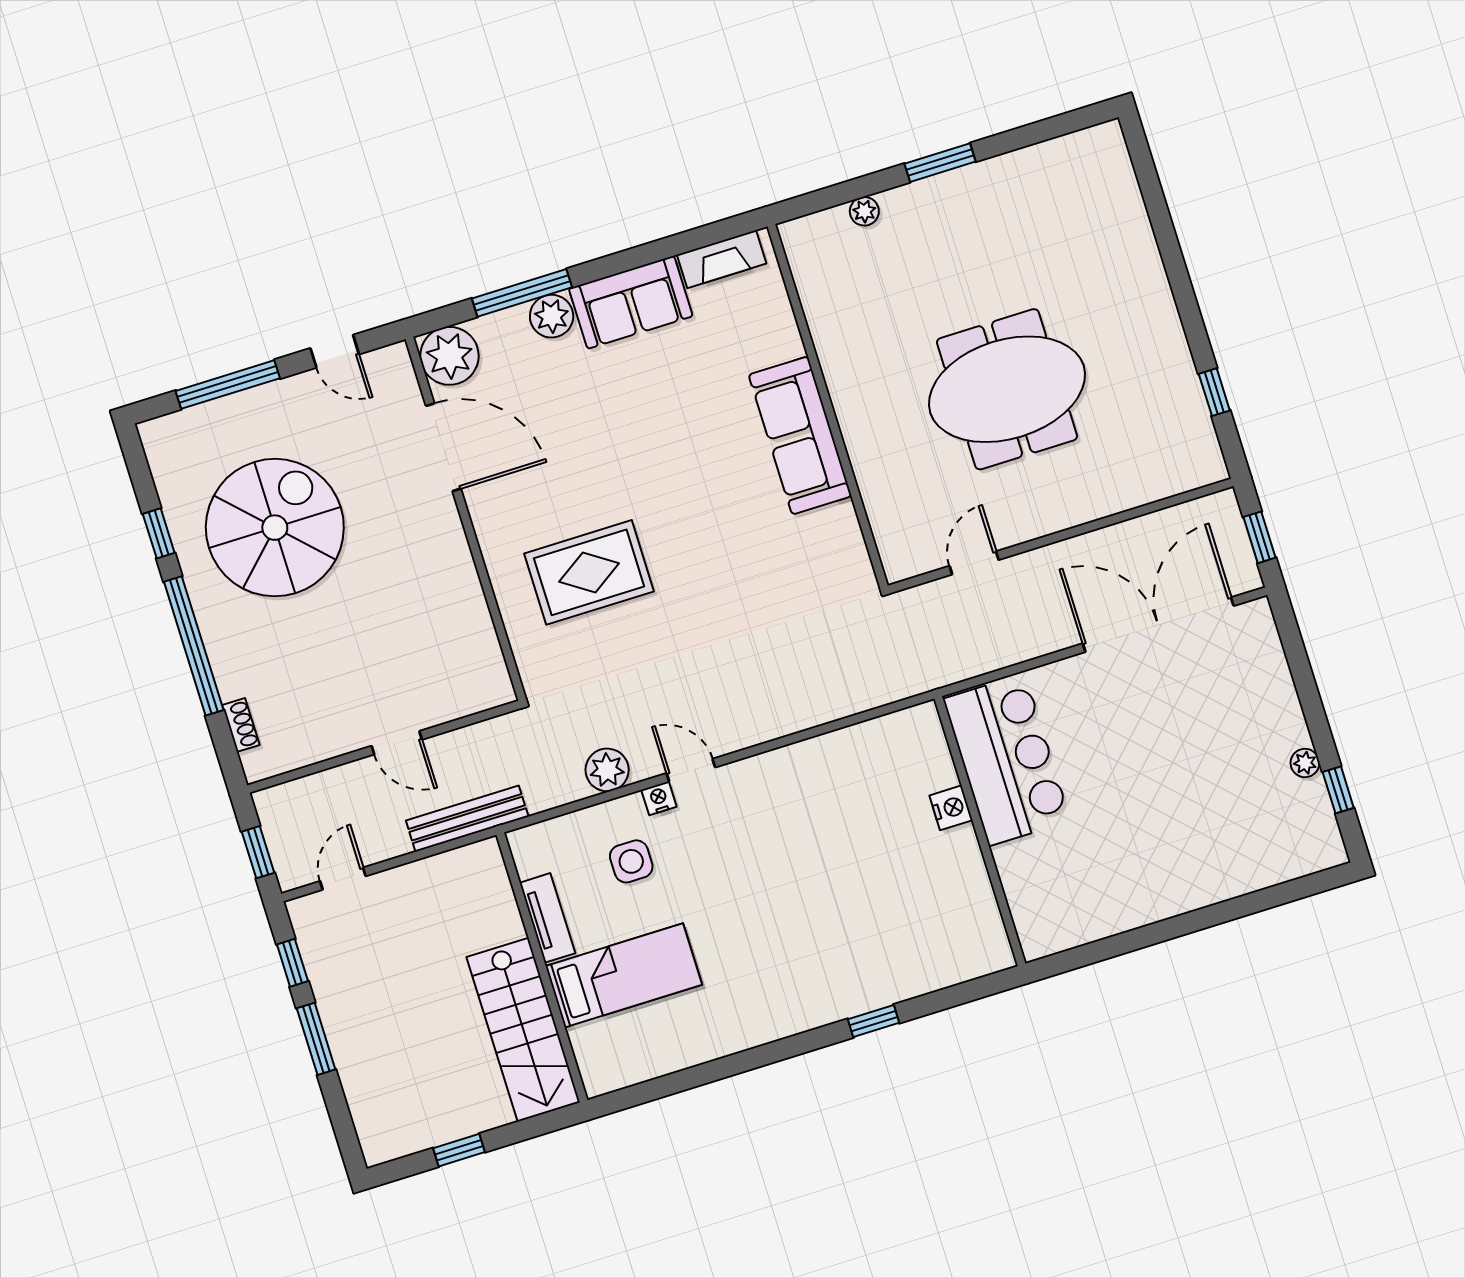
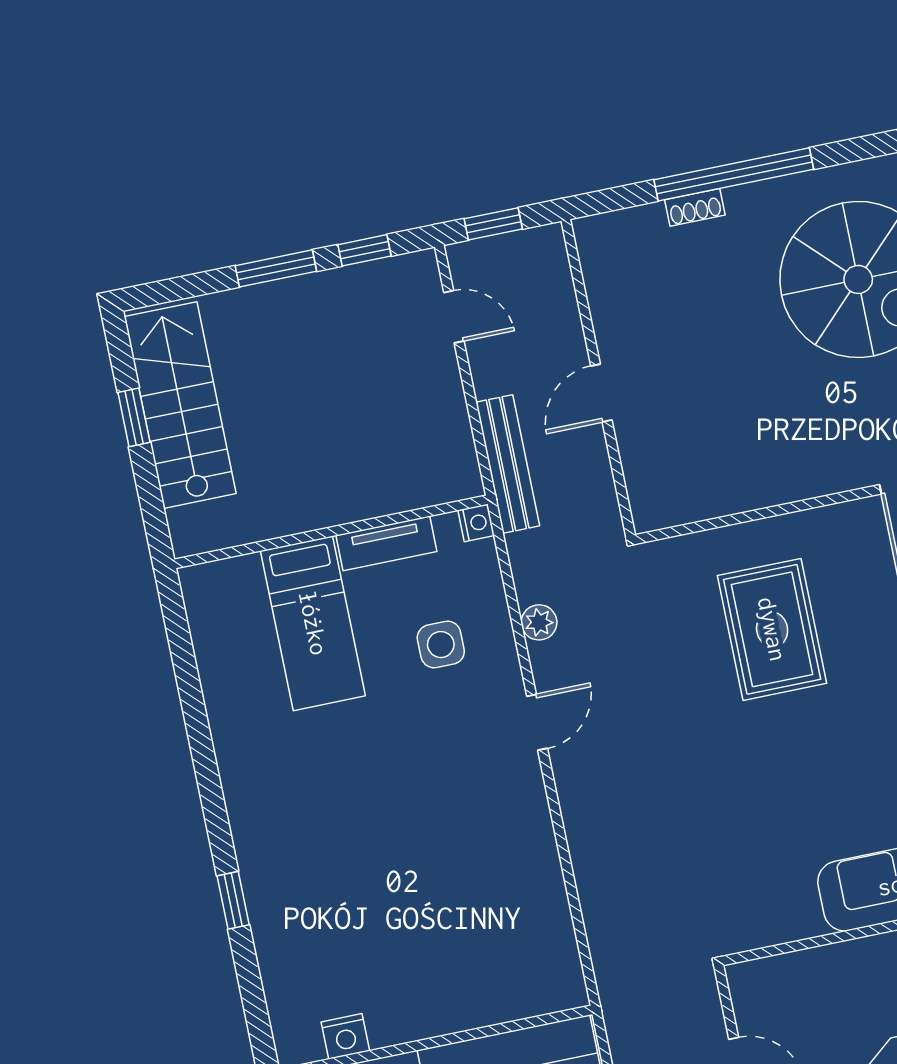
window: (159, 533) -> (865, 148), removed
shoe rack: (241, 725) -> (695, 207), moved
plant: (607, 770) -> (539, 622), width x0.73, depth x0.73
nightstand: (659, 798) -> (476, 523), moved
nightstand: (951, 808) -> (345, 1036), moved
stairs: (523, 1030) -> (180, 405), moved, turned 90

